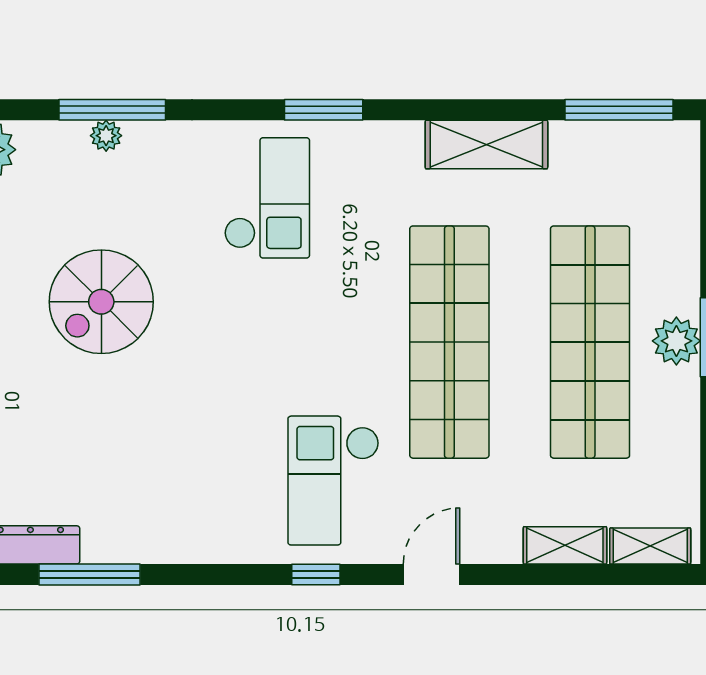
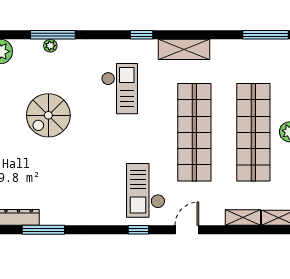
window: (324, 110) -> (142, 35), width x0.67
shelving: (486, 145) -> (184, 49), moved
checkout: (267, 198) -> (120, 89), moved

